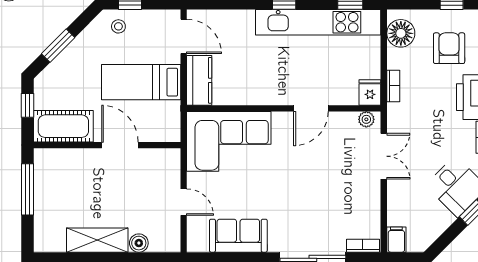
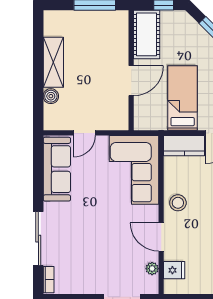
stool: (269, 88) -> (178, 203), added
fridge: (370, 92) -> (174, 270), moved
plant: (366, 119) -> (152, 269), moved
sofa: (238, 236) -> (57, 169), width x1.36

